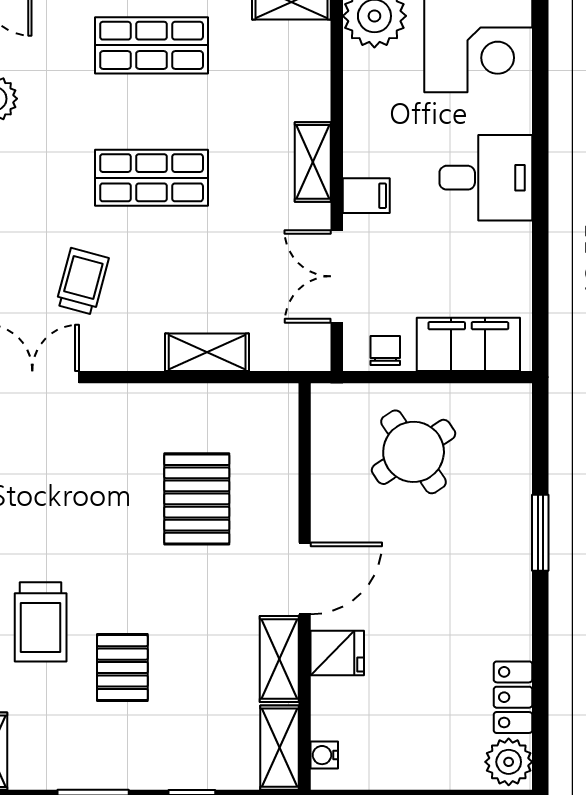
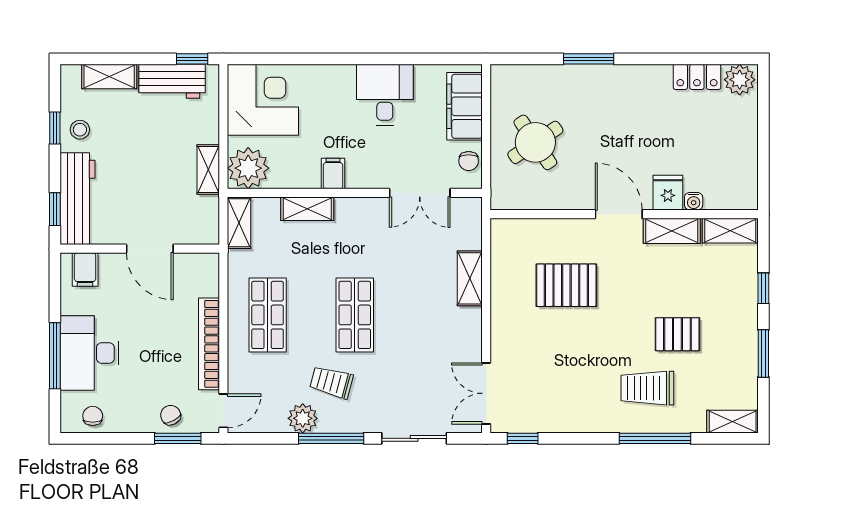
shelving: (313, 162) -> (307, 209), moved
desk: (486, 178) -> (385, 95), moved
filing cabinet: (366, 196) -> (333, 174), moved
trolley: (82, 281) -> (331, 382), moved
chair: (385, 351) -> (469, 161), turned -90
trolley: (41, 622) -> (647, 388), turned 180
water cooler: (324, 755) -> (694, 201), moved

